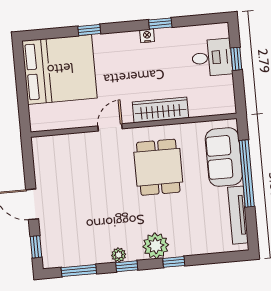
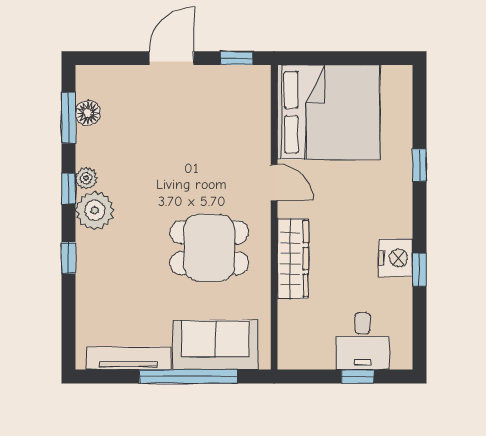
nightstand: (147, 36) -> (396, 258), width x1.89, depth x1.79
bed: (60, 69) -> (329, 112), moved, turned -90
plant: (156, 246) -> (95, 210), moved
window: (36, 247) -> (237, 58), moved
floor lamp: (74, 258) -> (88, 113), added

